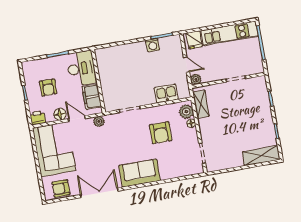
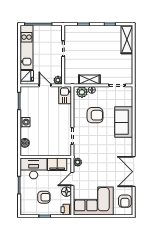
washing machine: (153, 45) -> (25, 122), moved
boiler: (111, 52) -> (25, 143), added
door: (187, 65) -> (45, 85), hinge flipped
kitchen sink: (166, 94) -> (65, 95), moved
shelving: (201, 104) -> (89, 80), moved
sofa: (140, 173) -> (124, 122), moved

